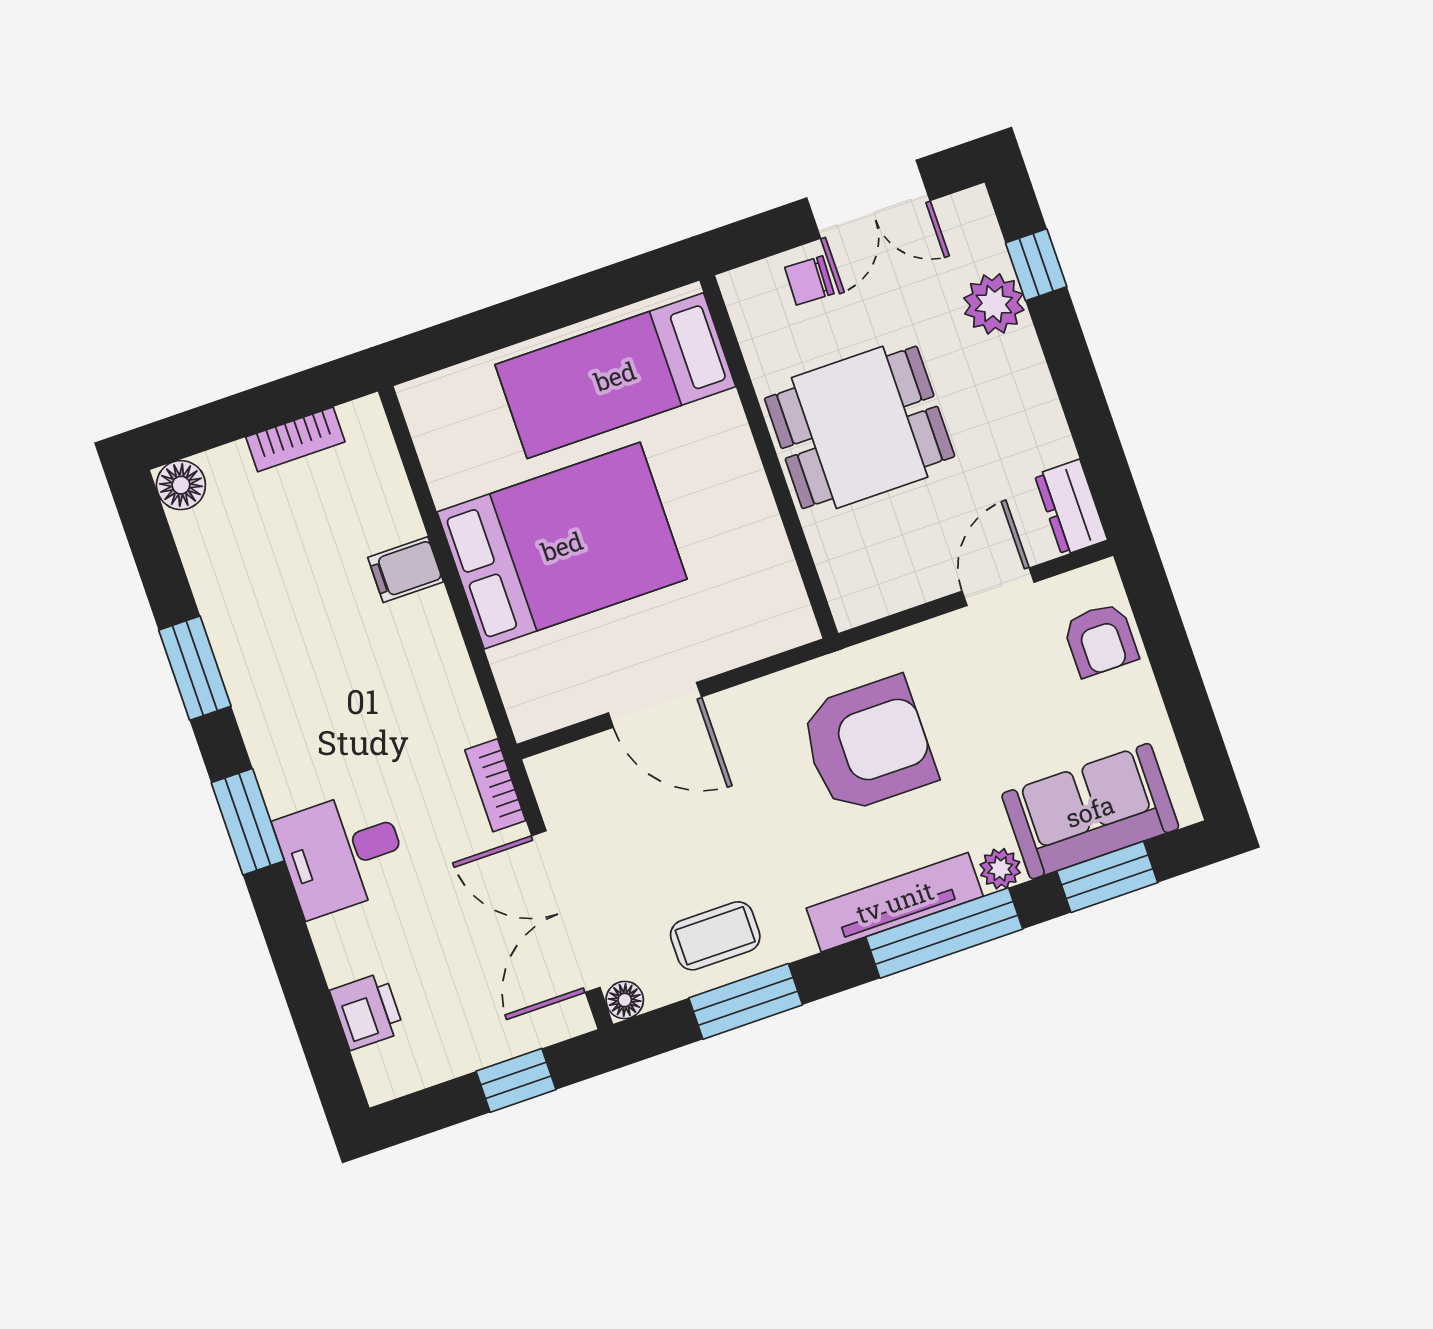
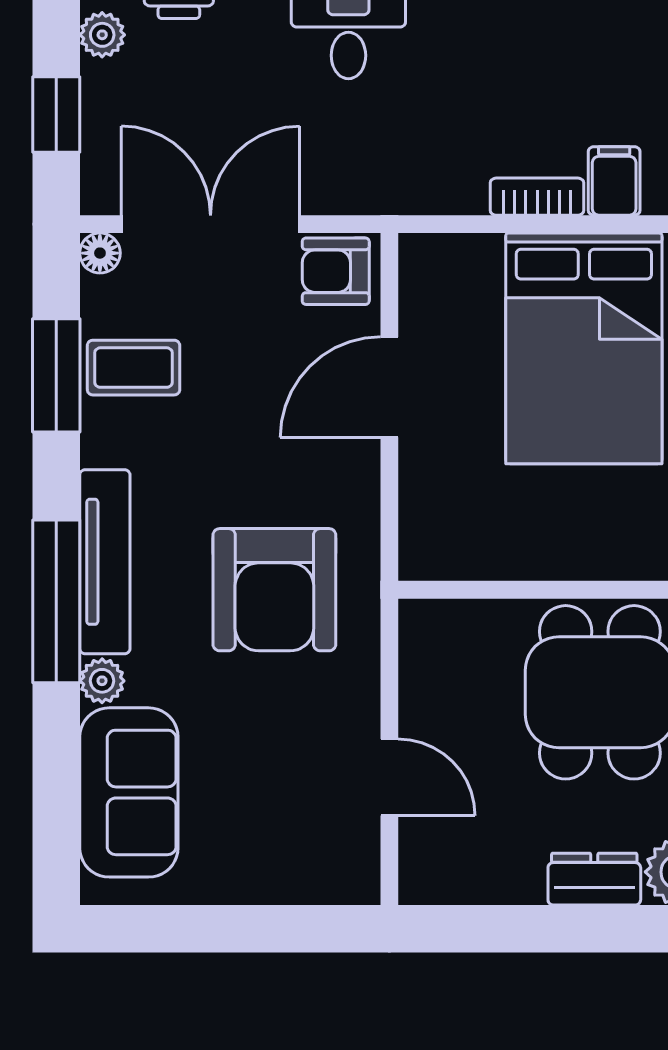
dresser: (1071, 507) -> (594, 879), moved
armchair: (1101, 640) -> (336, 271), moved
bookcase: (495, 785) -> (537, 197), moved
window: (1107, 877) -> (56, 787), removed
coffee table: (715, 936) -> (134, 368), turned 90
plant: (432, 1064) -> (102, 35), added

